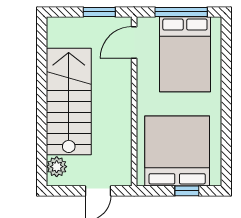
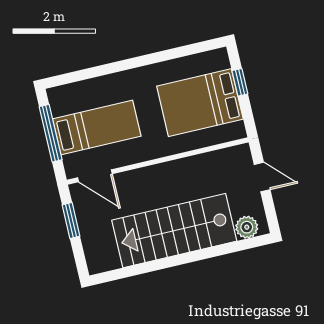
bed: (185, 54) -> (97, 128), width x0.67
bed: (177, 151) -> (200, 103), width x0.73

